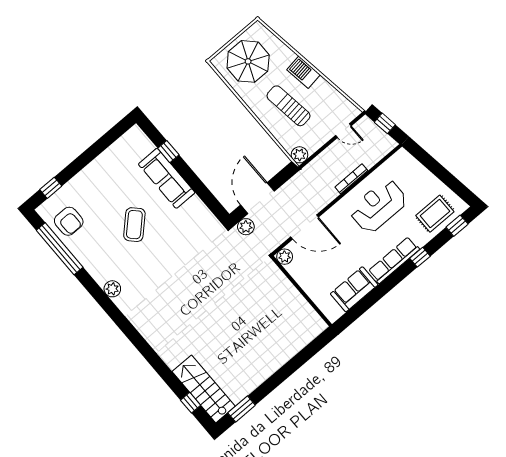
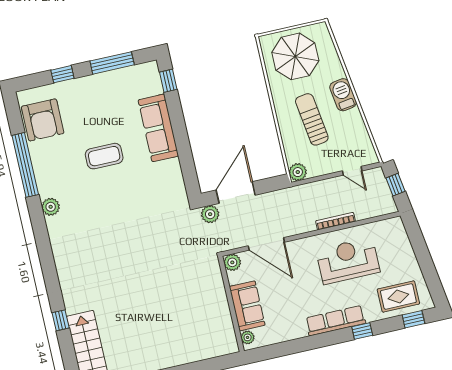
window: (101, 145) -> (112, 63), added
window: (168, 152) -> (168, 81), moved
window: (51, 188) -> (62, 74), moved
armchair: (69, 221) -> (43, 120), width x1.36, depth x1.36
coffee table: (134, 225) -> (104, 156), turned 44
window: (60, 249) -> (25, 165), moved
sofa: (354, 289) -> (247, 306), moved, turned 90
plant: (329, 311) -> (248, 337), added
window: (191, 403) -> (61, 320), moved

